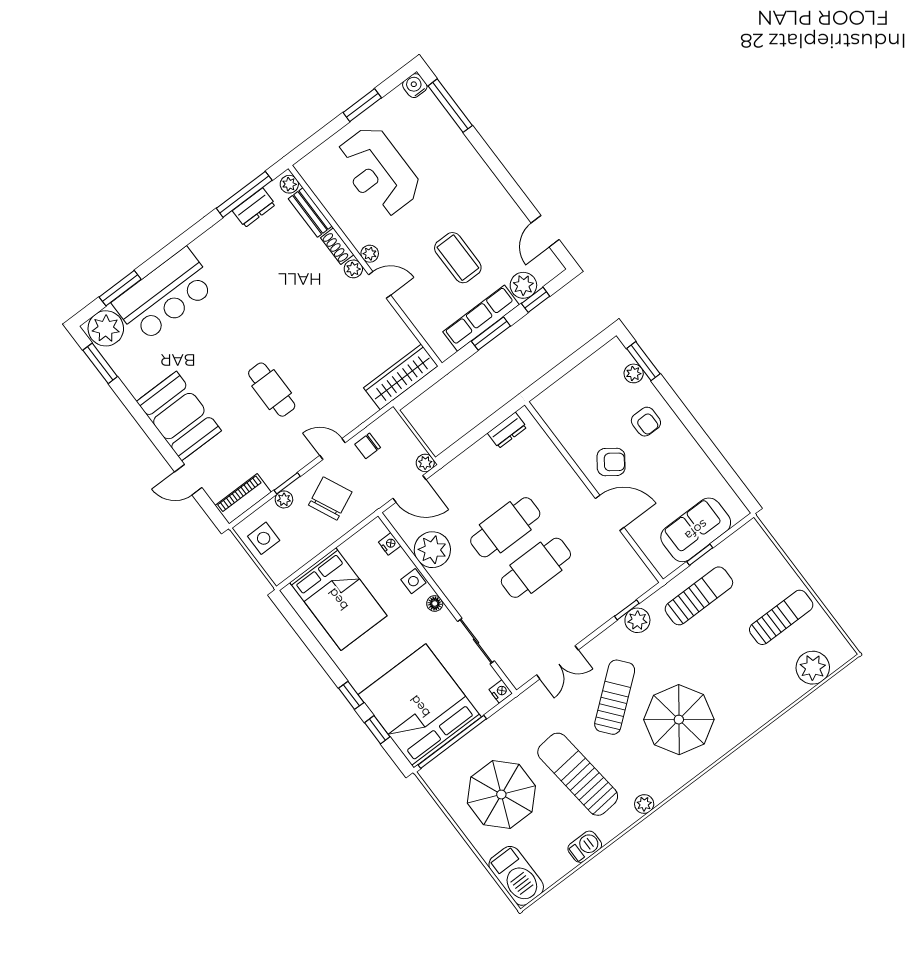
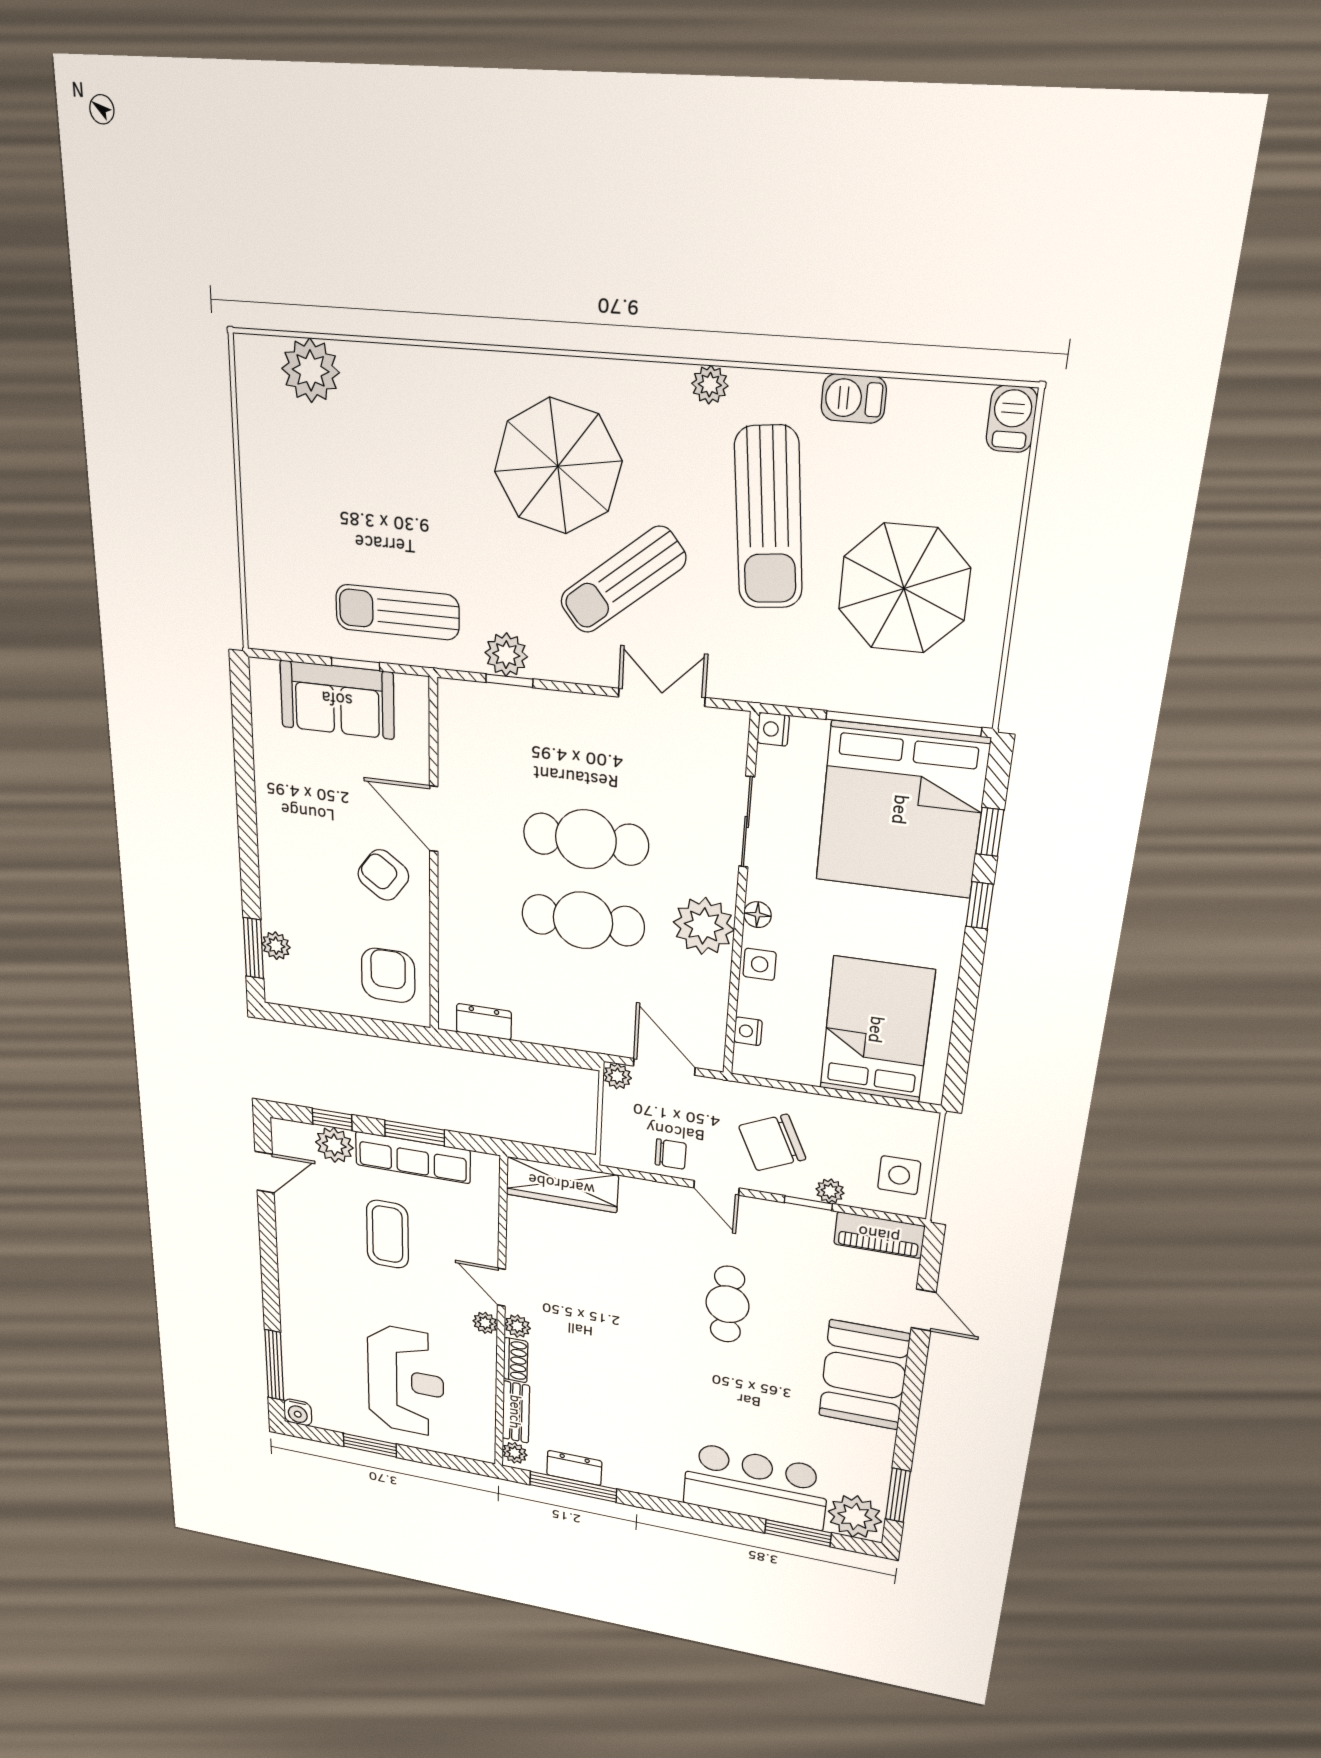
armchair: (646, 422) -> (388, 975), moved, width x1.38, depth x1.38
plant: (432, 550) -> (704, 926), moved
sun lounger: (781, 617) -> (305, 483), removed
barbecue: (516, 876) -> (1012, 419), width x0.53, depth x0.65

